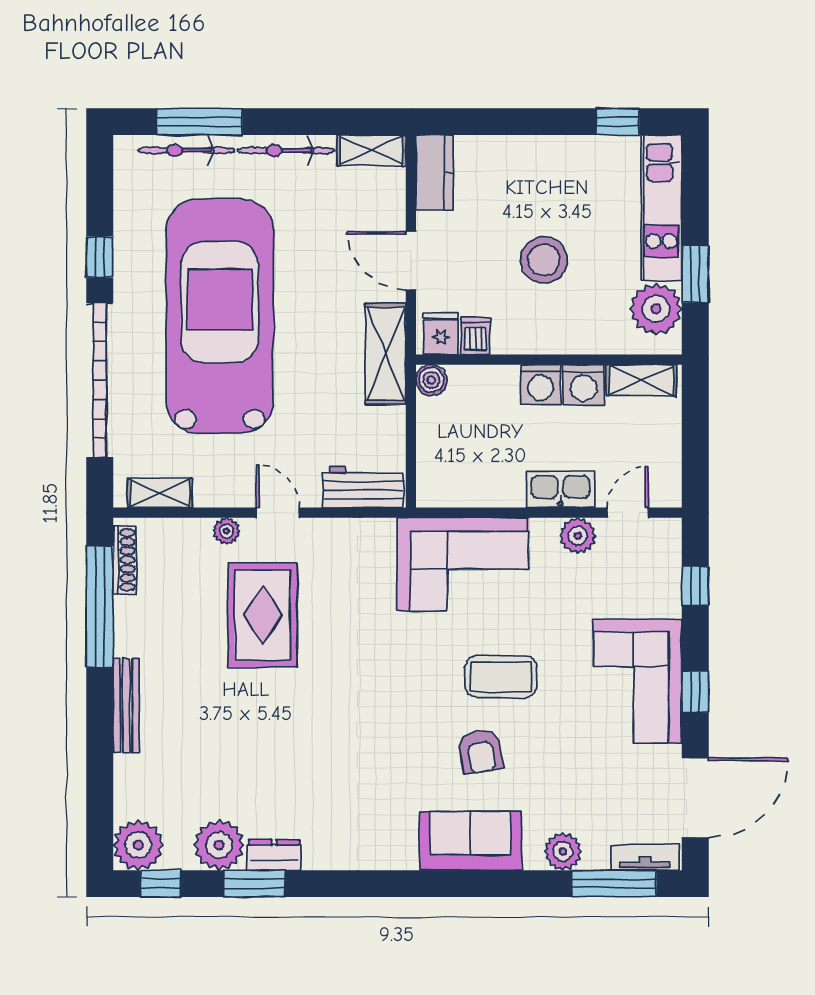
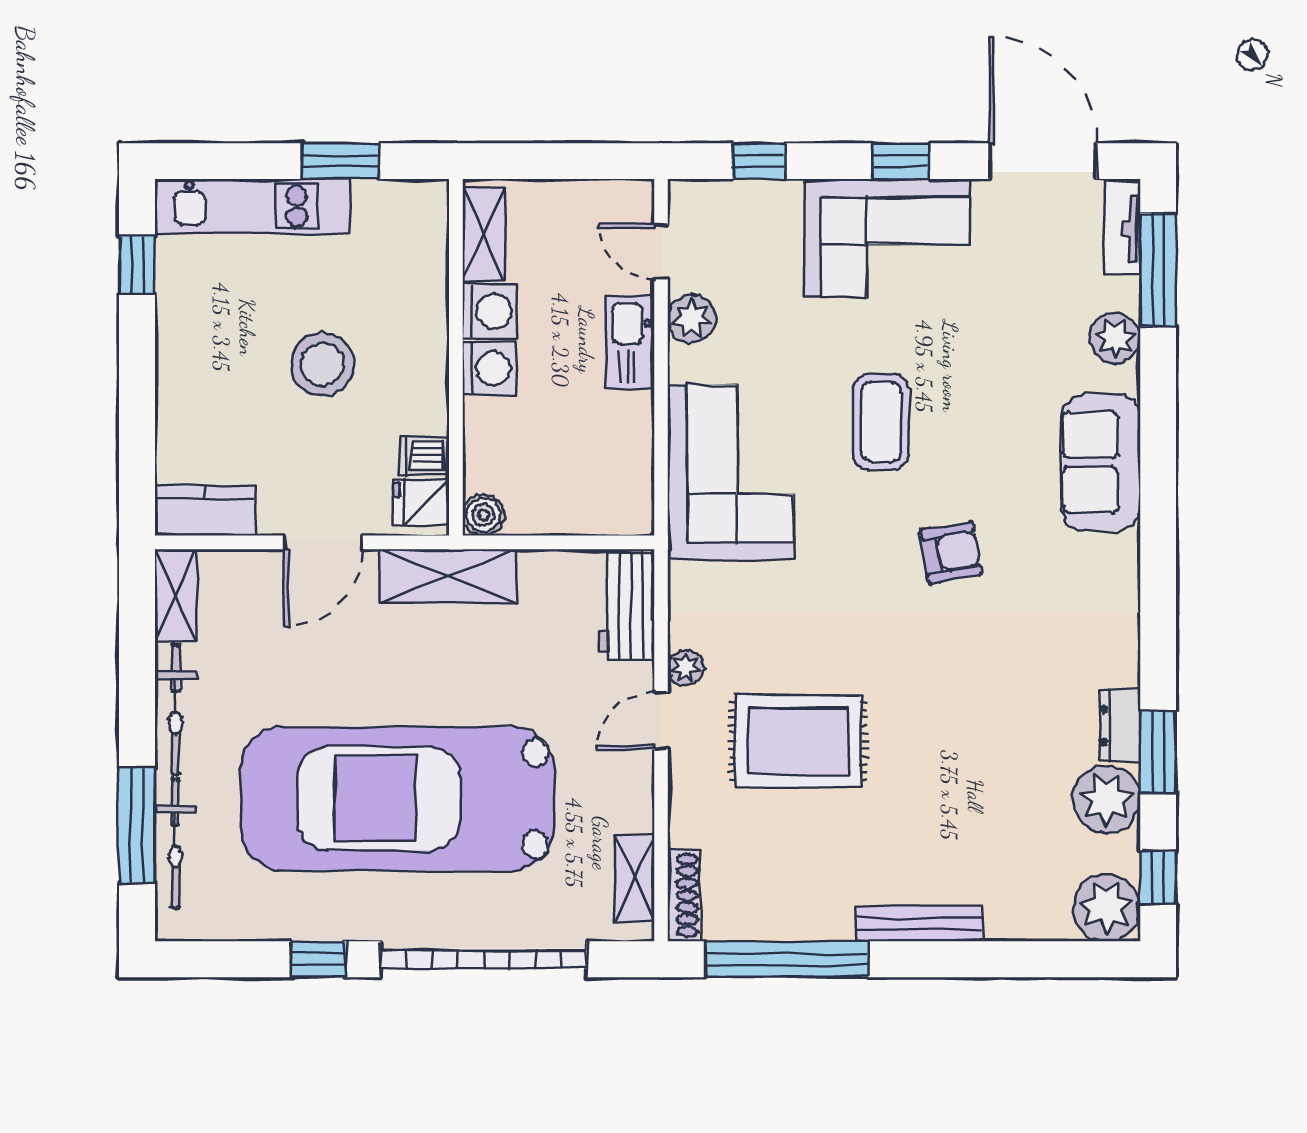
plant: (656, 309) -> (388, 214), removed
plant: (226, 531) -> (685, 668), moved
shoe rack: (125, 560) -> (683, 895), moved, turned 90
armchair: (480, 752) -> (950, 553), moved

